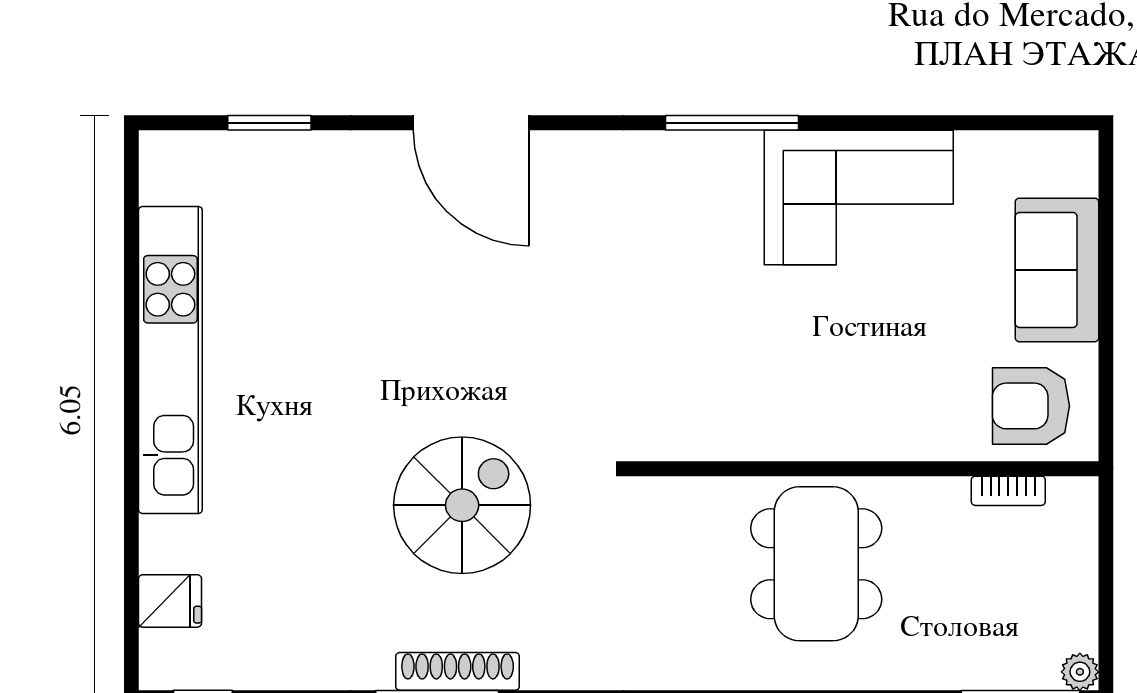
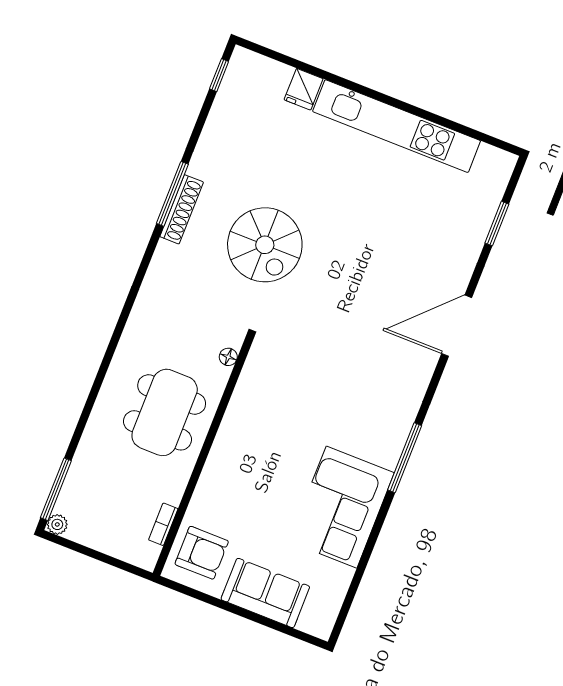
armchair: (1031, 406) -> (202, 553), turned 90
floor lamp: (678, 492) -> (228, 357), added
dining table: (816, 564) -> (165, 412), turned 90
fridge: (170, 601) -> (304, 89), moved

